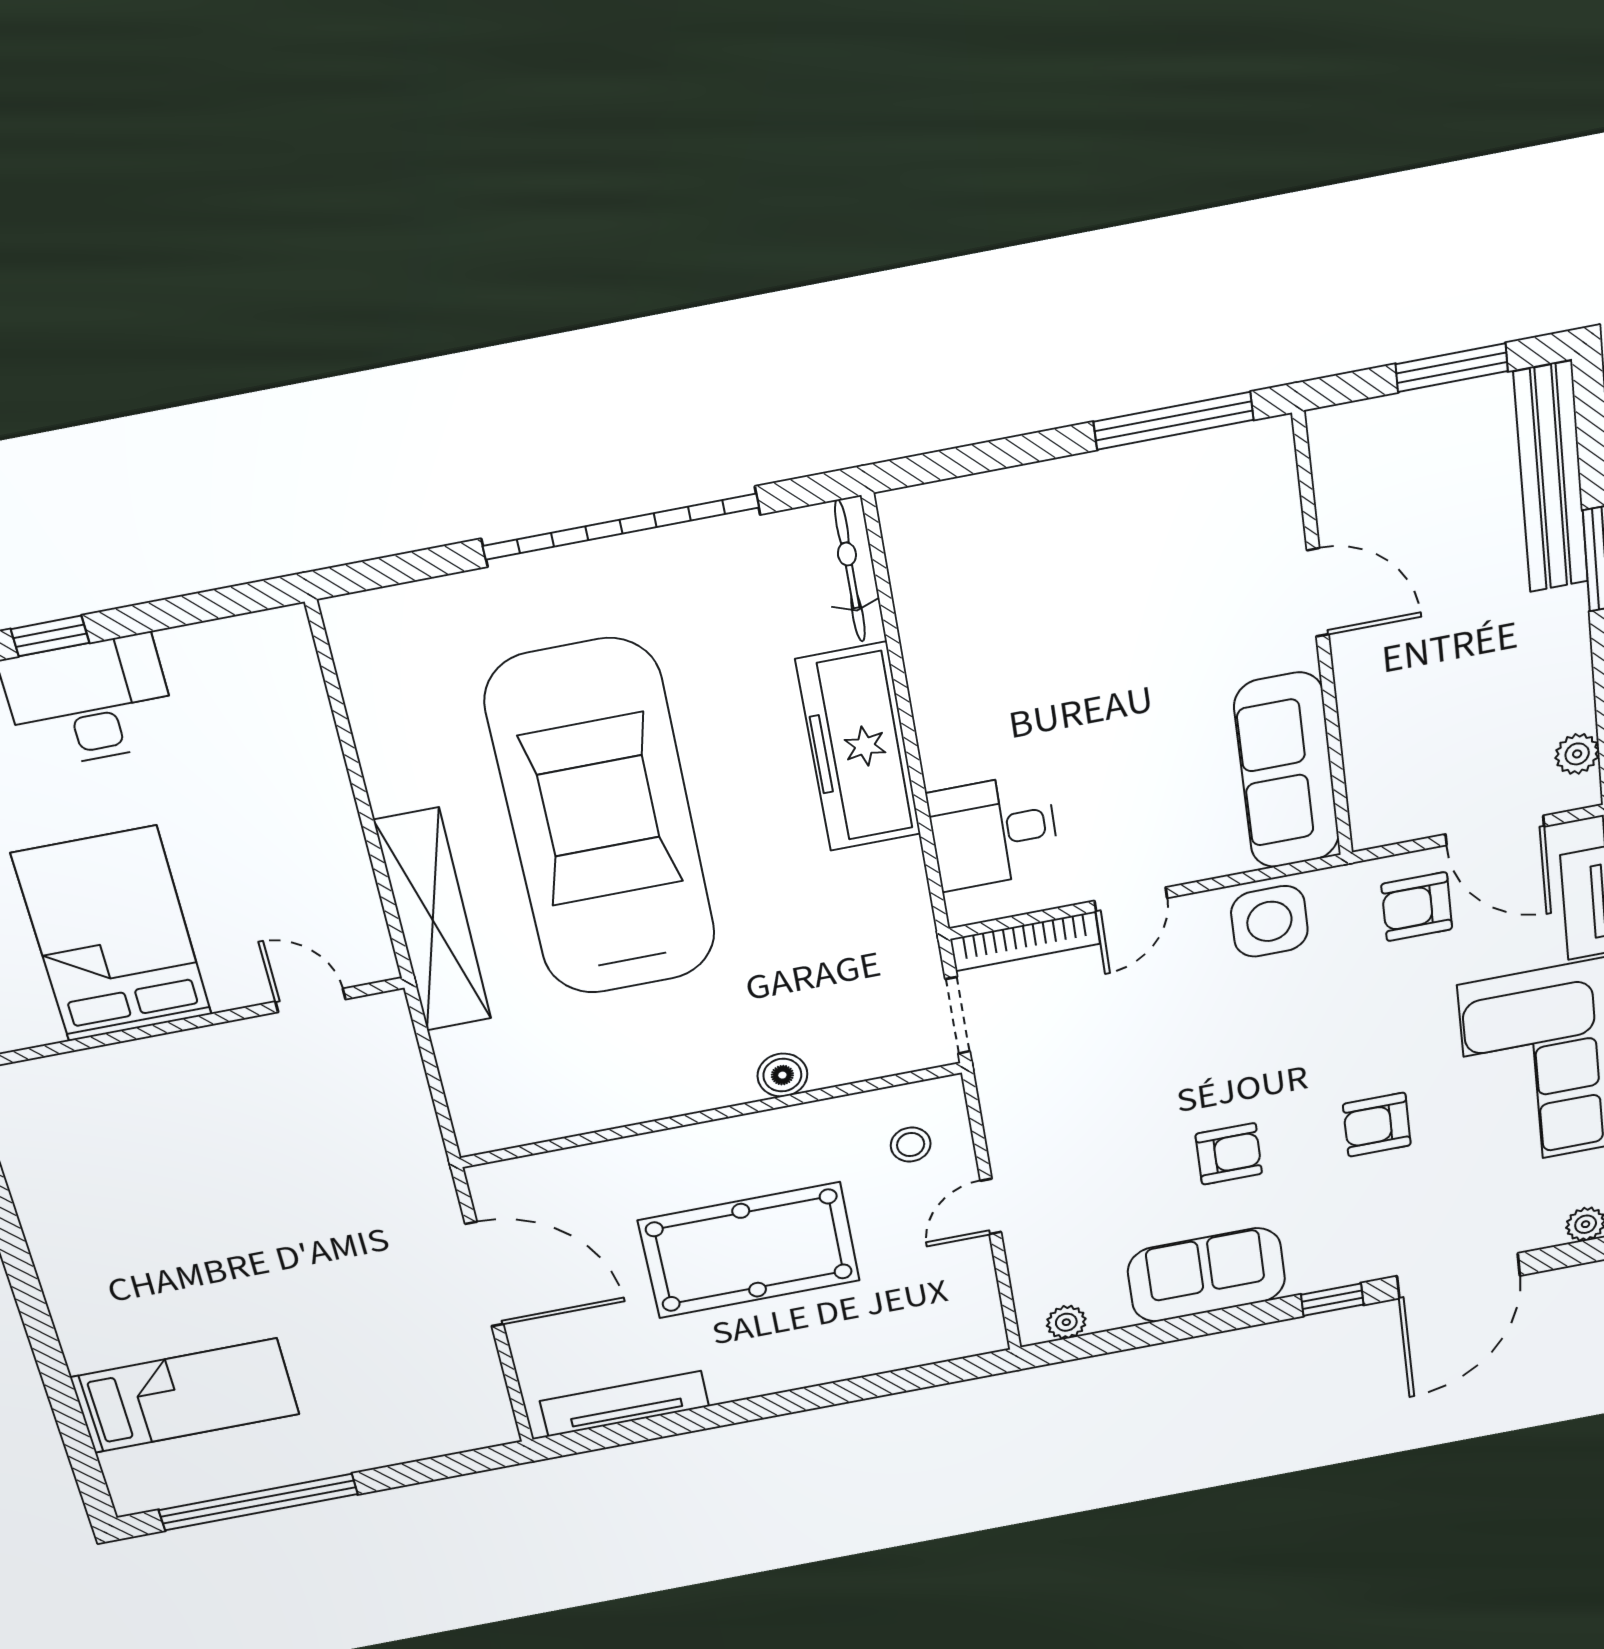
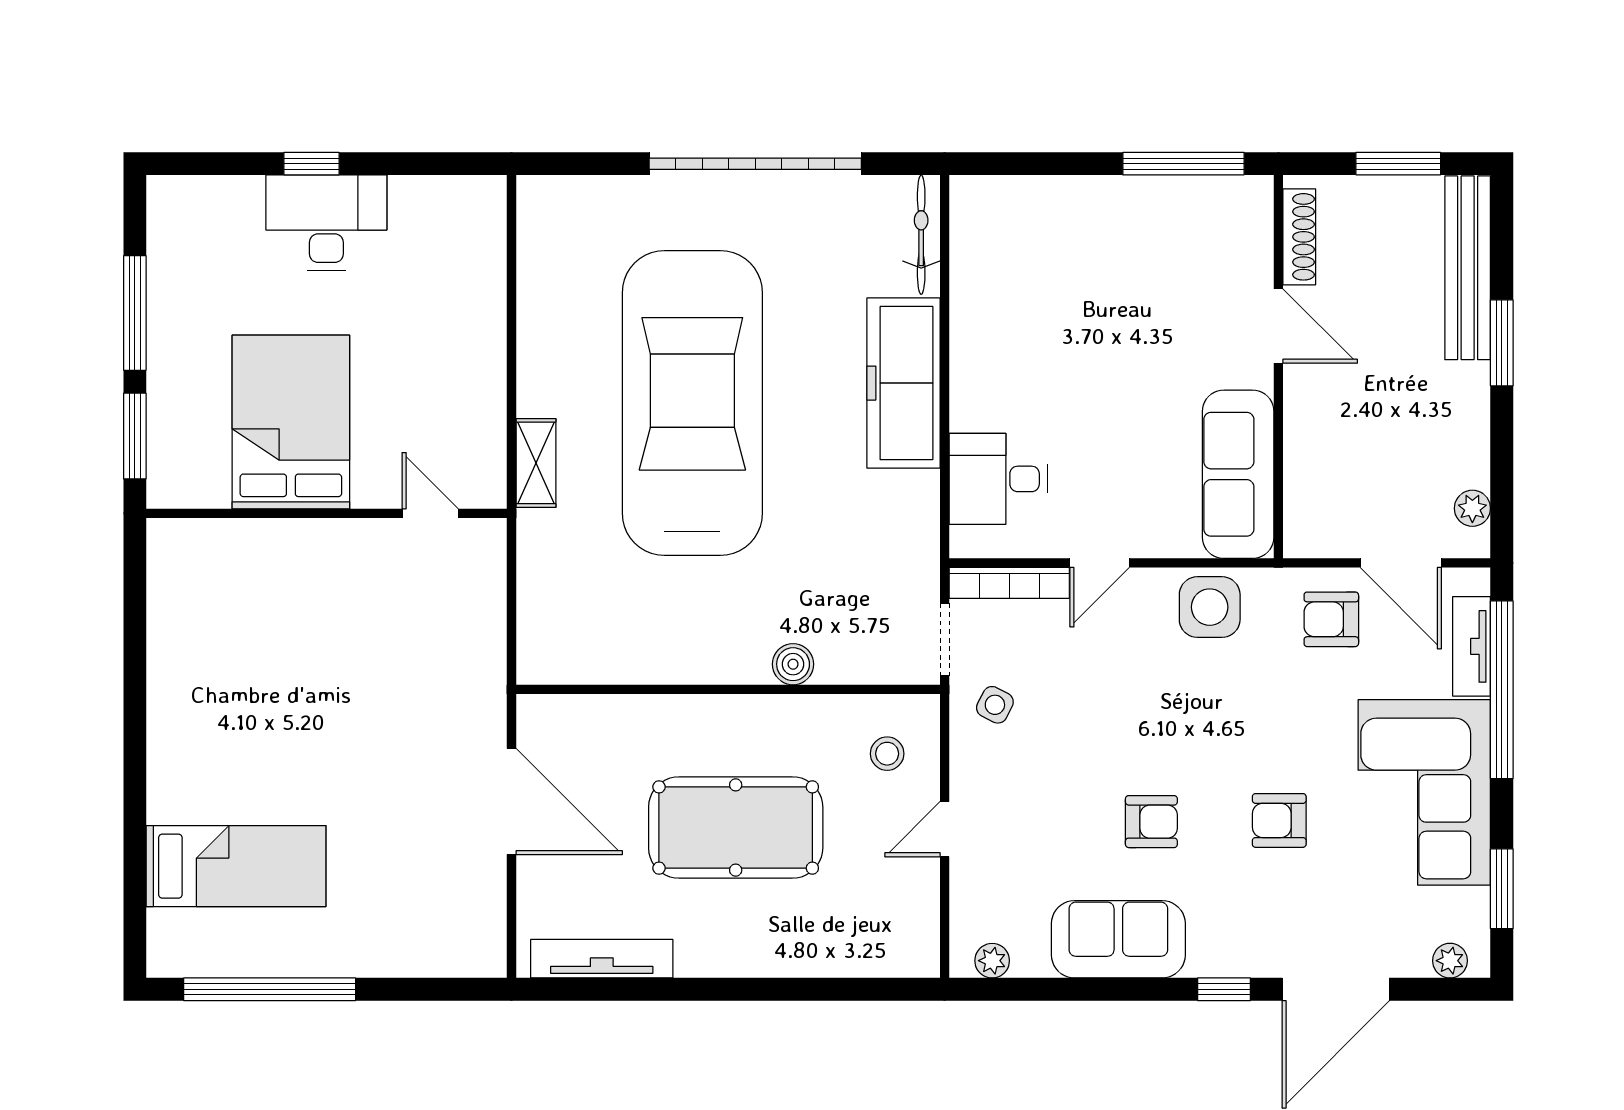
shoe rack: (1333, 482) -> (1299, 237), added
shelving: (433, 920) -> (536, 463), width x0.45, depth x0.75
side table: (1029, 1071) -> (995, 705), added

